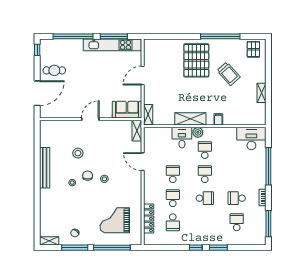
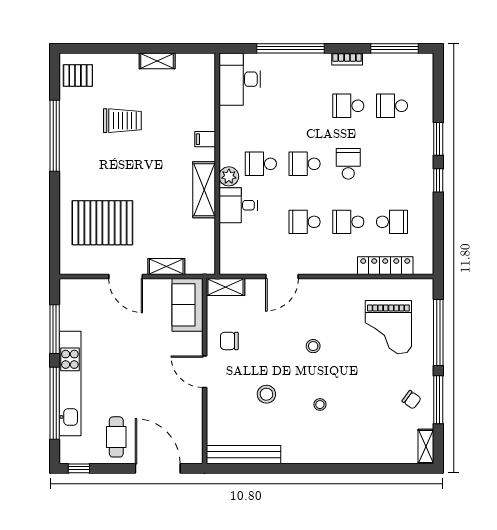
kitchen unit: (112, 45) -> (70, 383), moved
pallet: (196, 60) -> (102, 223), moved
trolley: (229, 74) -> (122, 121), turned 42
shelving: (148, 114) -> (166, 267), moved
bench: (45, 168) -> (243, 455), moved
chair: (88, 176) -> (229, 341), moved
school desk: (237, 198) -> (348, 106), turned 90

